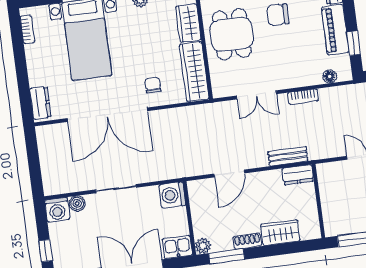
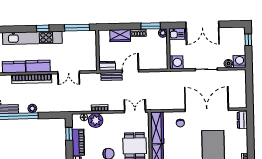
plant: (308, 73) -> (96, 120), added
double door: (256, 95) -> (135, 111), moved
door: (229, 173) -> (131, 71), moved

